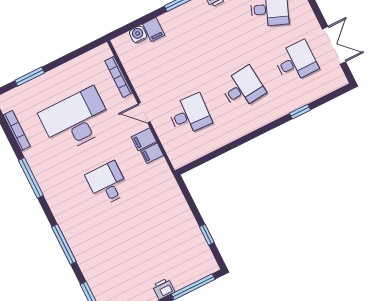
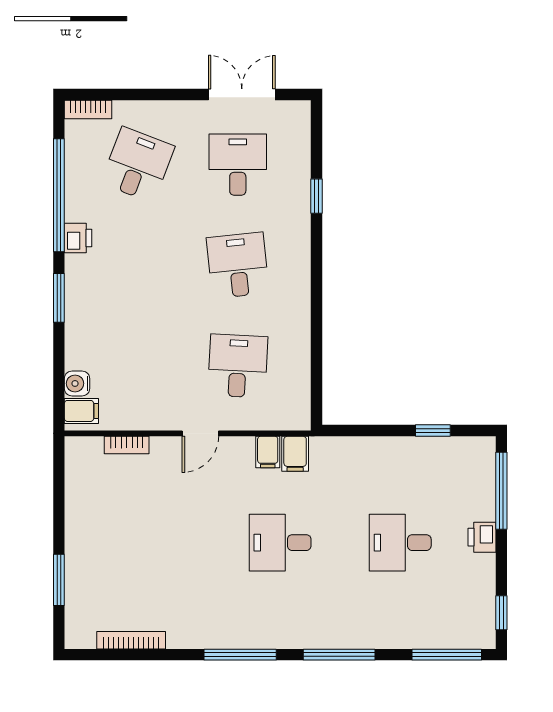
filing cabinet: (154, 30) -> (81, 411), moved
bookcase: (119, 77) -> (127, 445), width x0.64
desk: (76, 120) -> (400, 543), moved, width x0.53, depth x0.77
filing cabinet: (144, 139) -> (295, 454), moved
window: (31, 178) -> (240, 655), moved

